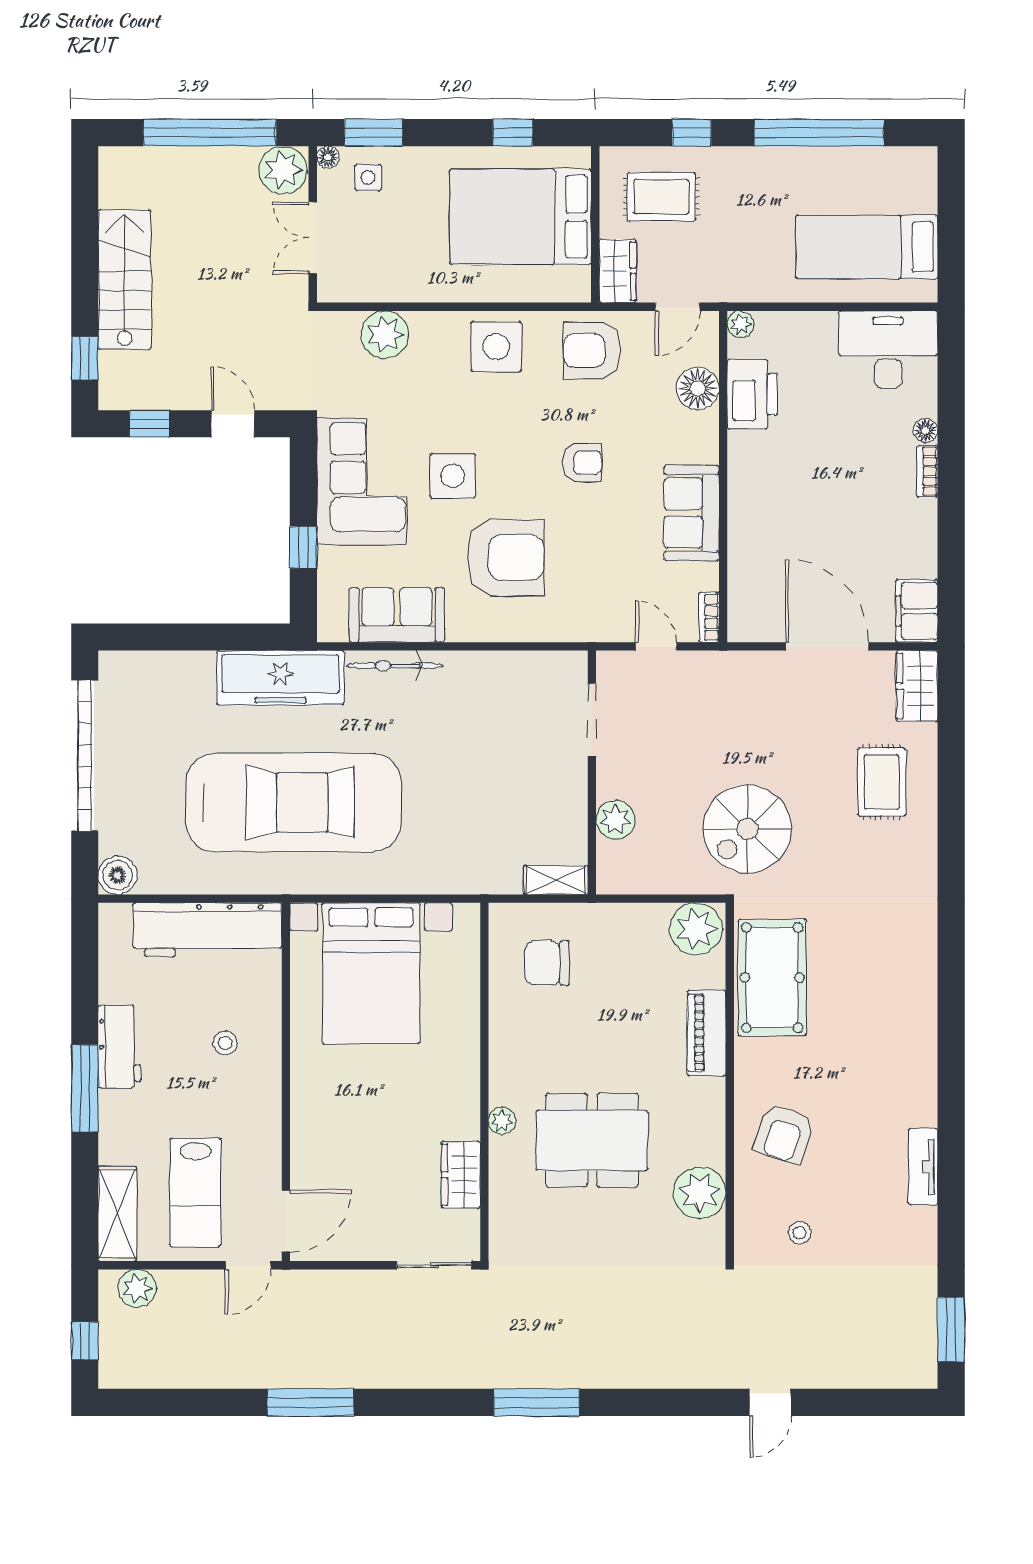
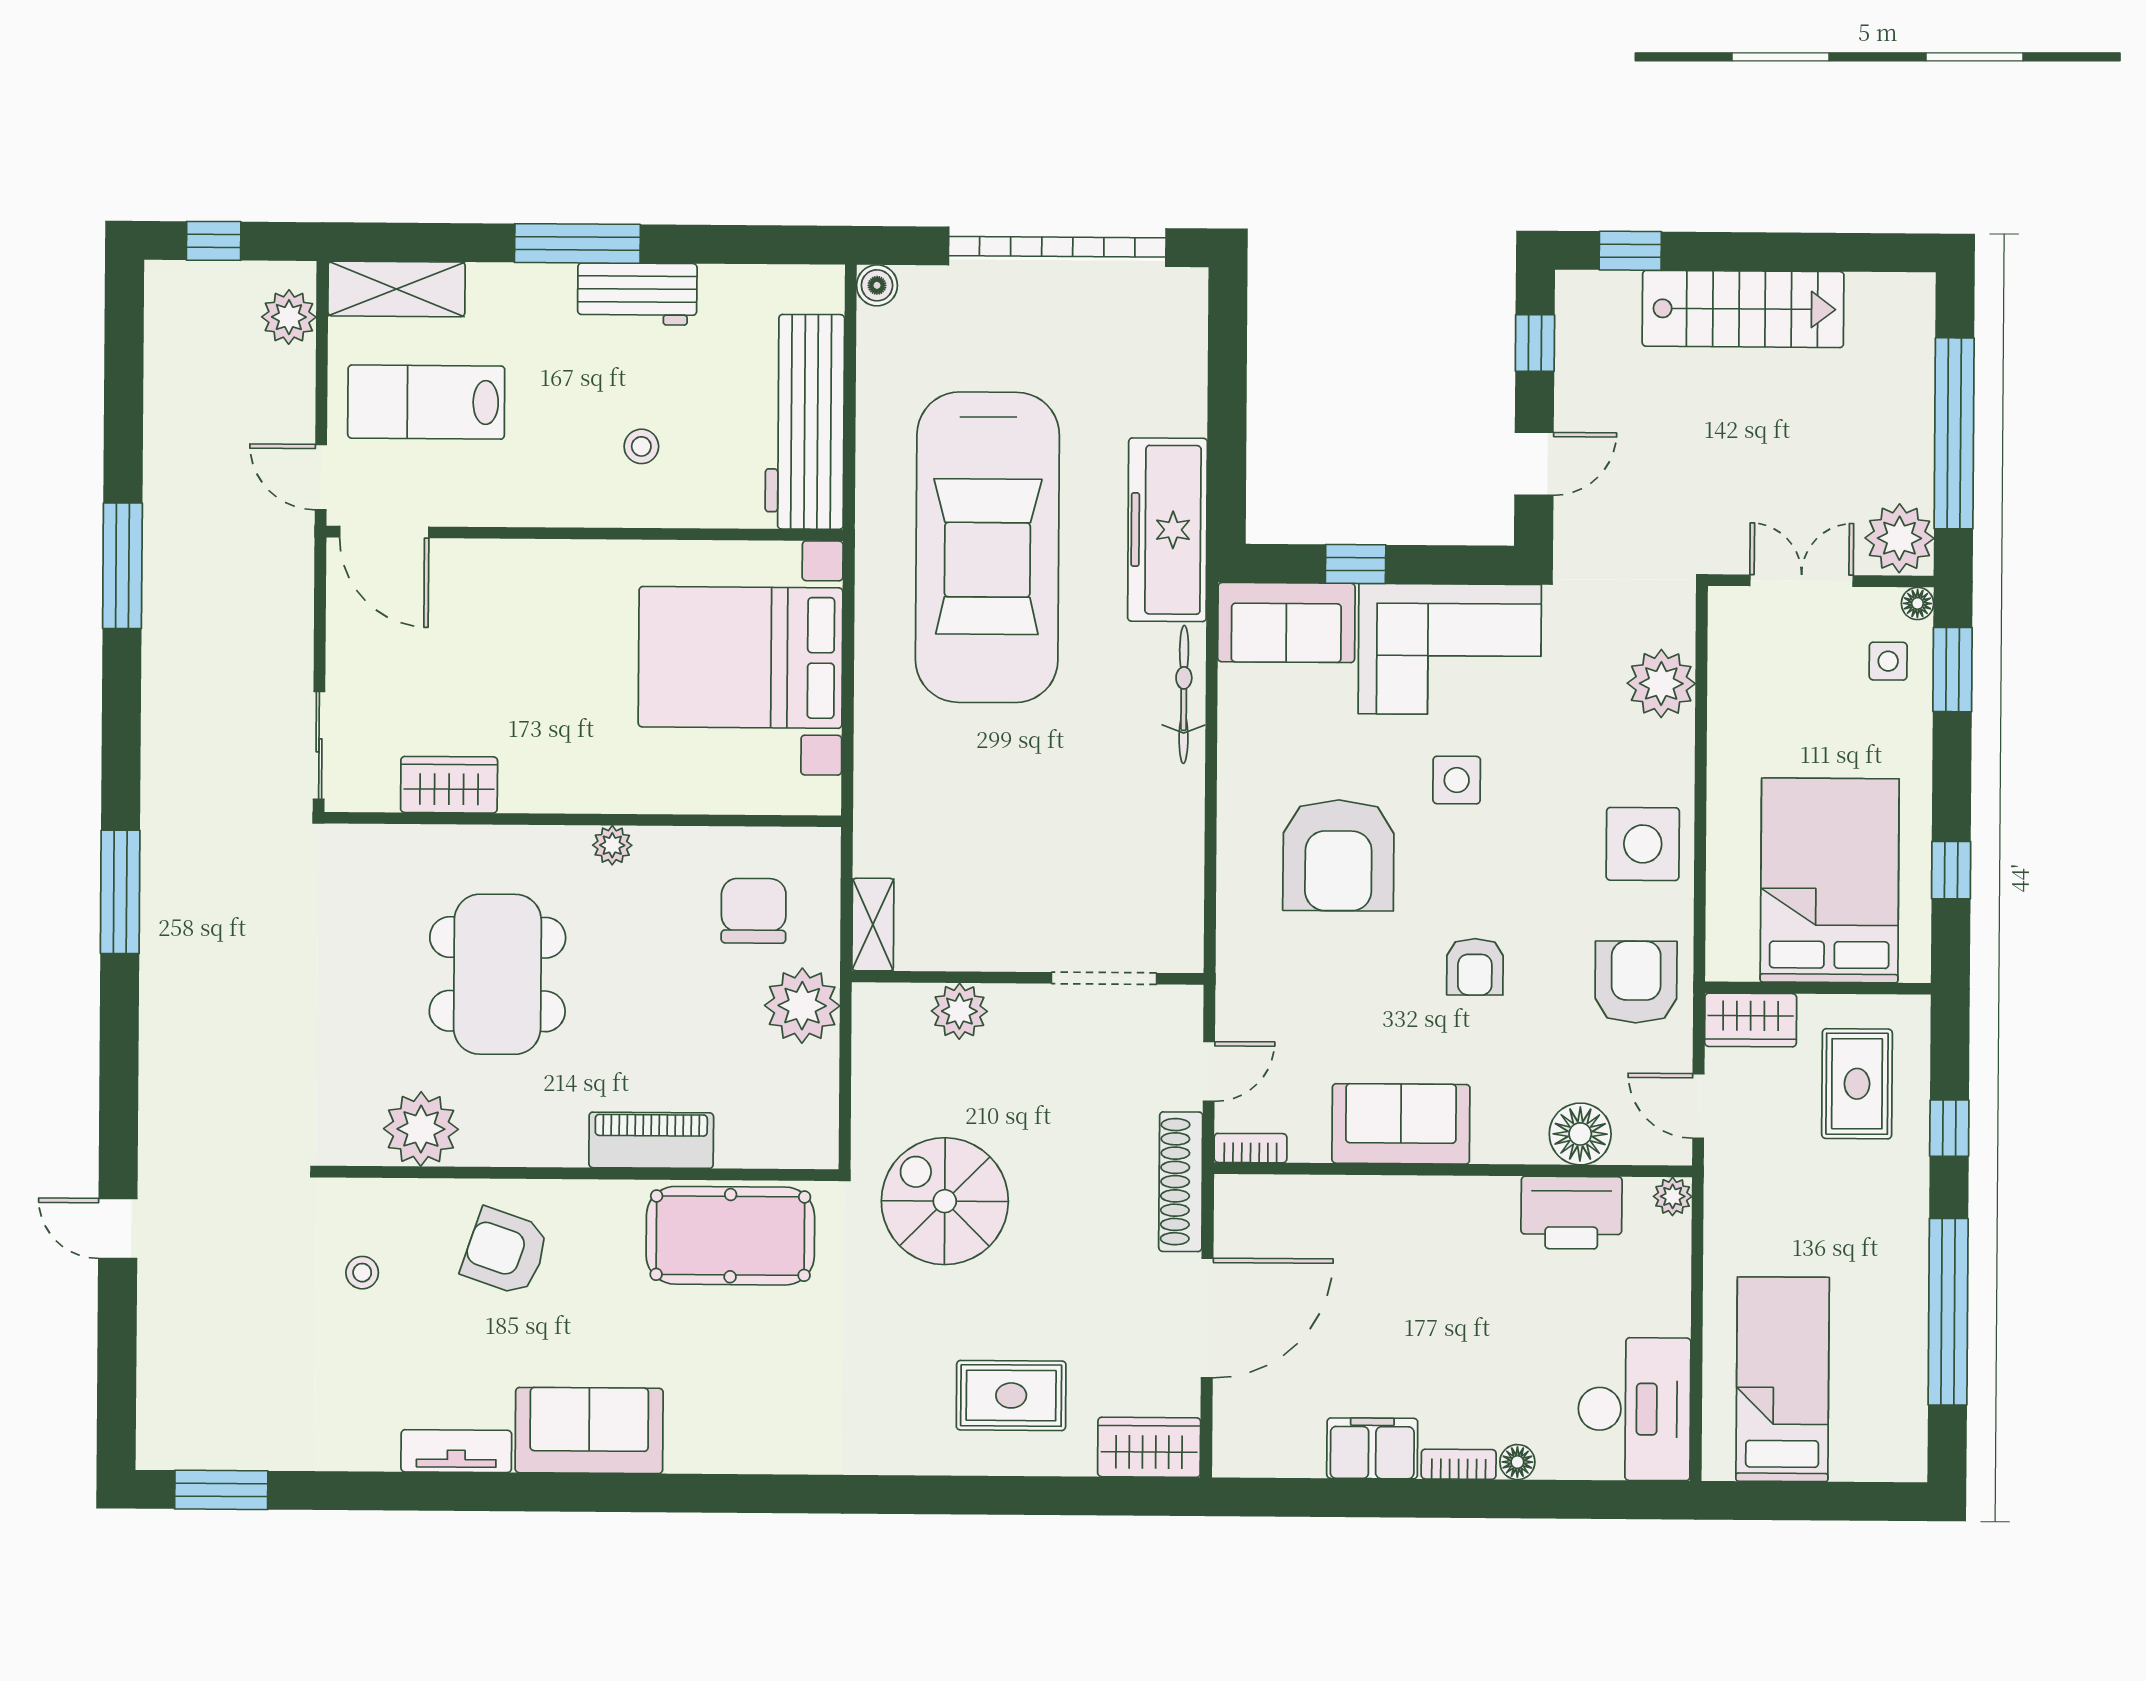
side table: (453, 476) -> (1457, 780), width x0.73, depth x0.73
filing cabinet: (917, 611) -> (1372, 1448), moved
sofa: (397, 615) -> (1286, 623), moved, turned 90
shoe rack: (733, 665) -> (1181, 1182), added
boiler: (118, 875) -> (877, 285), width x0.73, depth x0.73
plant: (696, 929) -> (802, 1006), moved
sofa: (908, 1075) -> (589, 1430), added
plant: (502, 1121) -> (612, 845), moved

